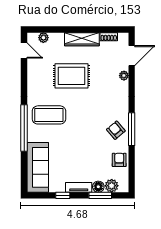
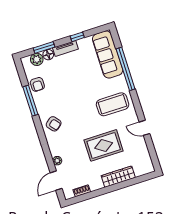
plant: (43, 38) -> (139, 171), removed
wardrobe: (82, 39) -> (118, 177), moved
door: (24, 51) -> (144, 128), moved
window: (24, 128) -> (126, 69), moved
window: (132, 129) -> (30, 101), moved
armchair: (116, 130) -> (54, 124), moved

